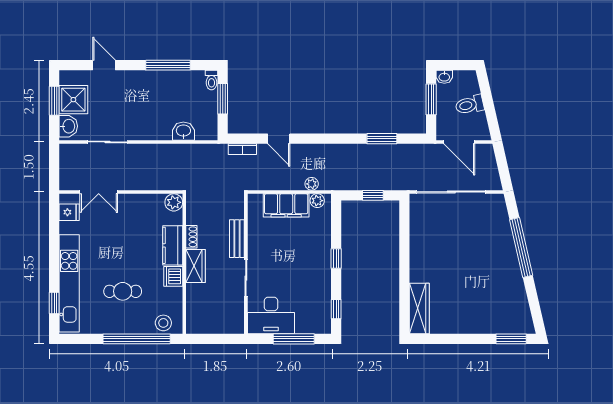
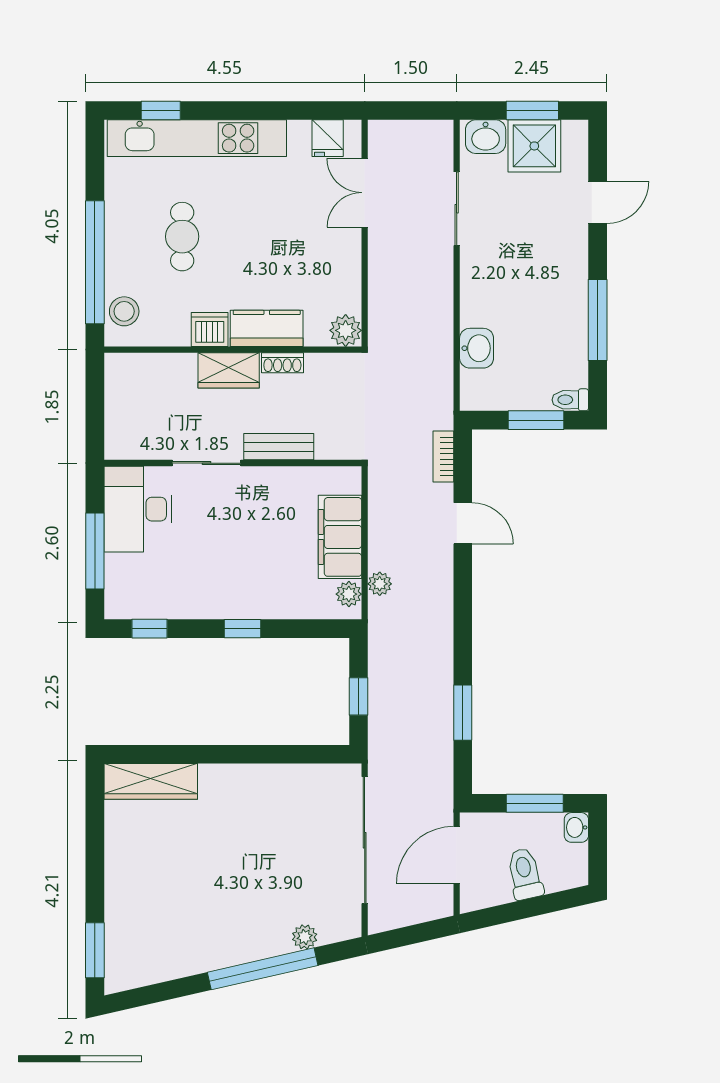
door: (279, 139) -> (463, 523), swing flipped
plant: (504, 225) -> (305, 937), added

